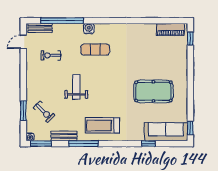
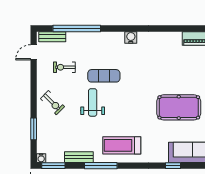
water cooler: (89, 29) -> (131, 37), moved
exercise mat: (95, 50) -> (104, 76), moved
exercise bike: (44, 112) -> (52, 103), moved

